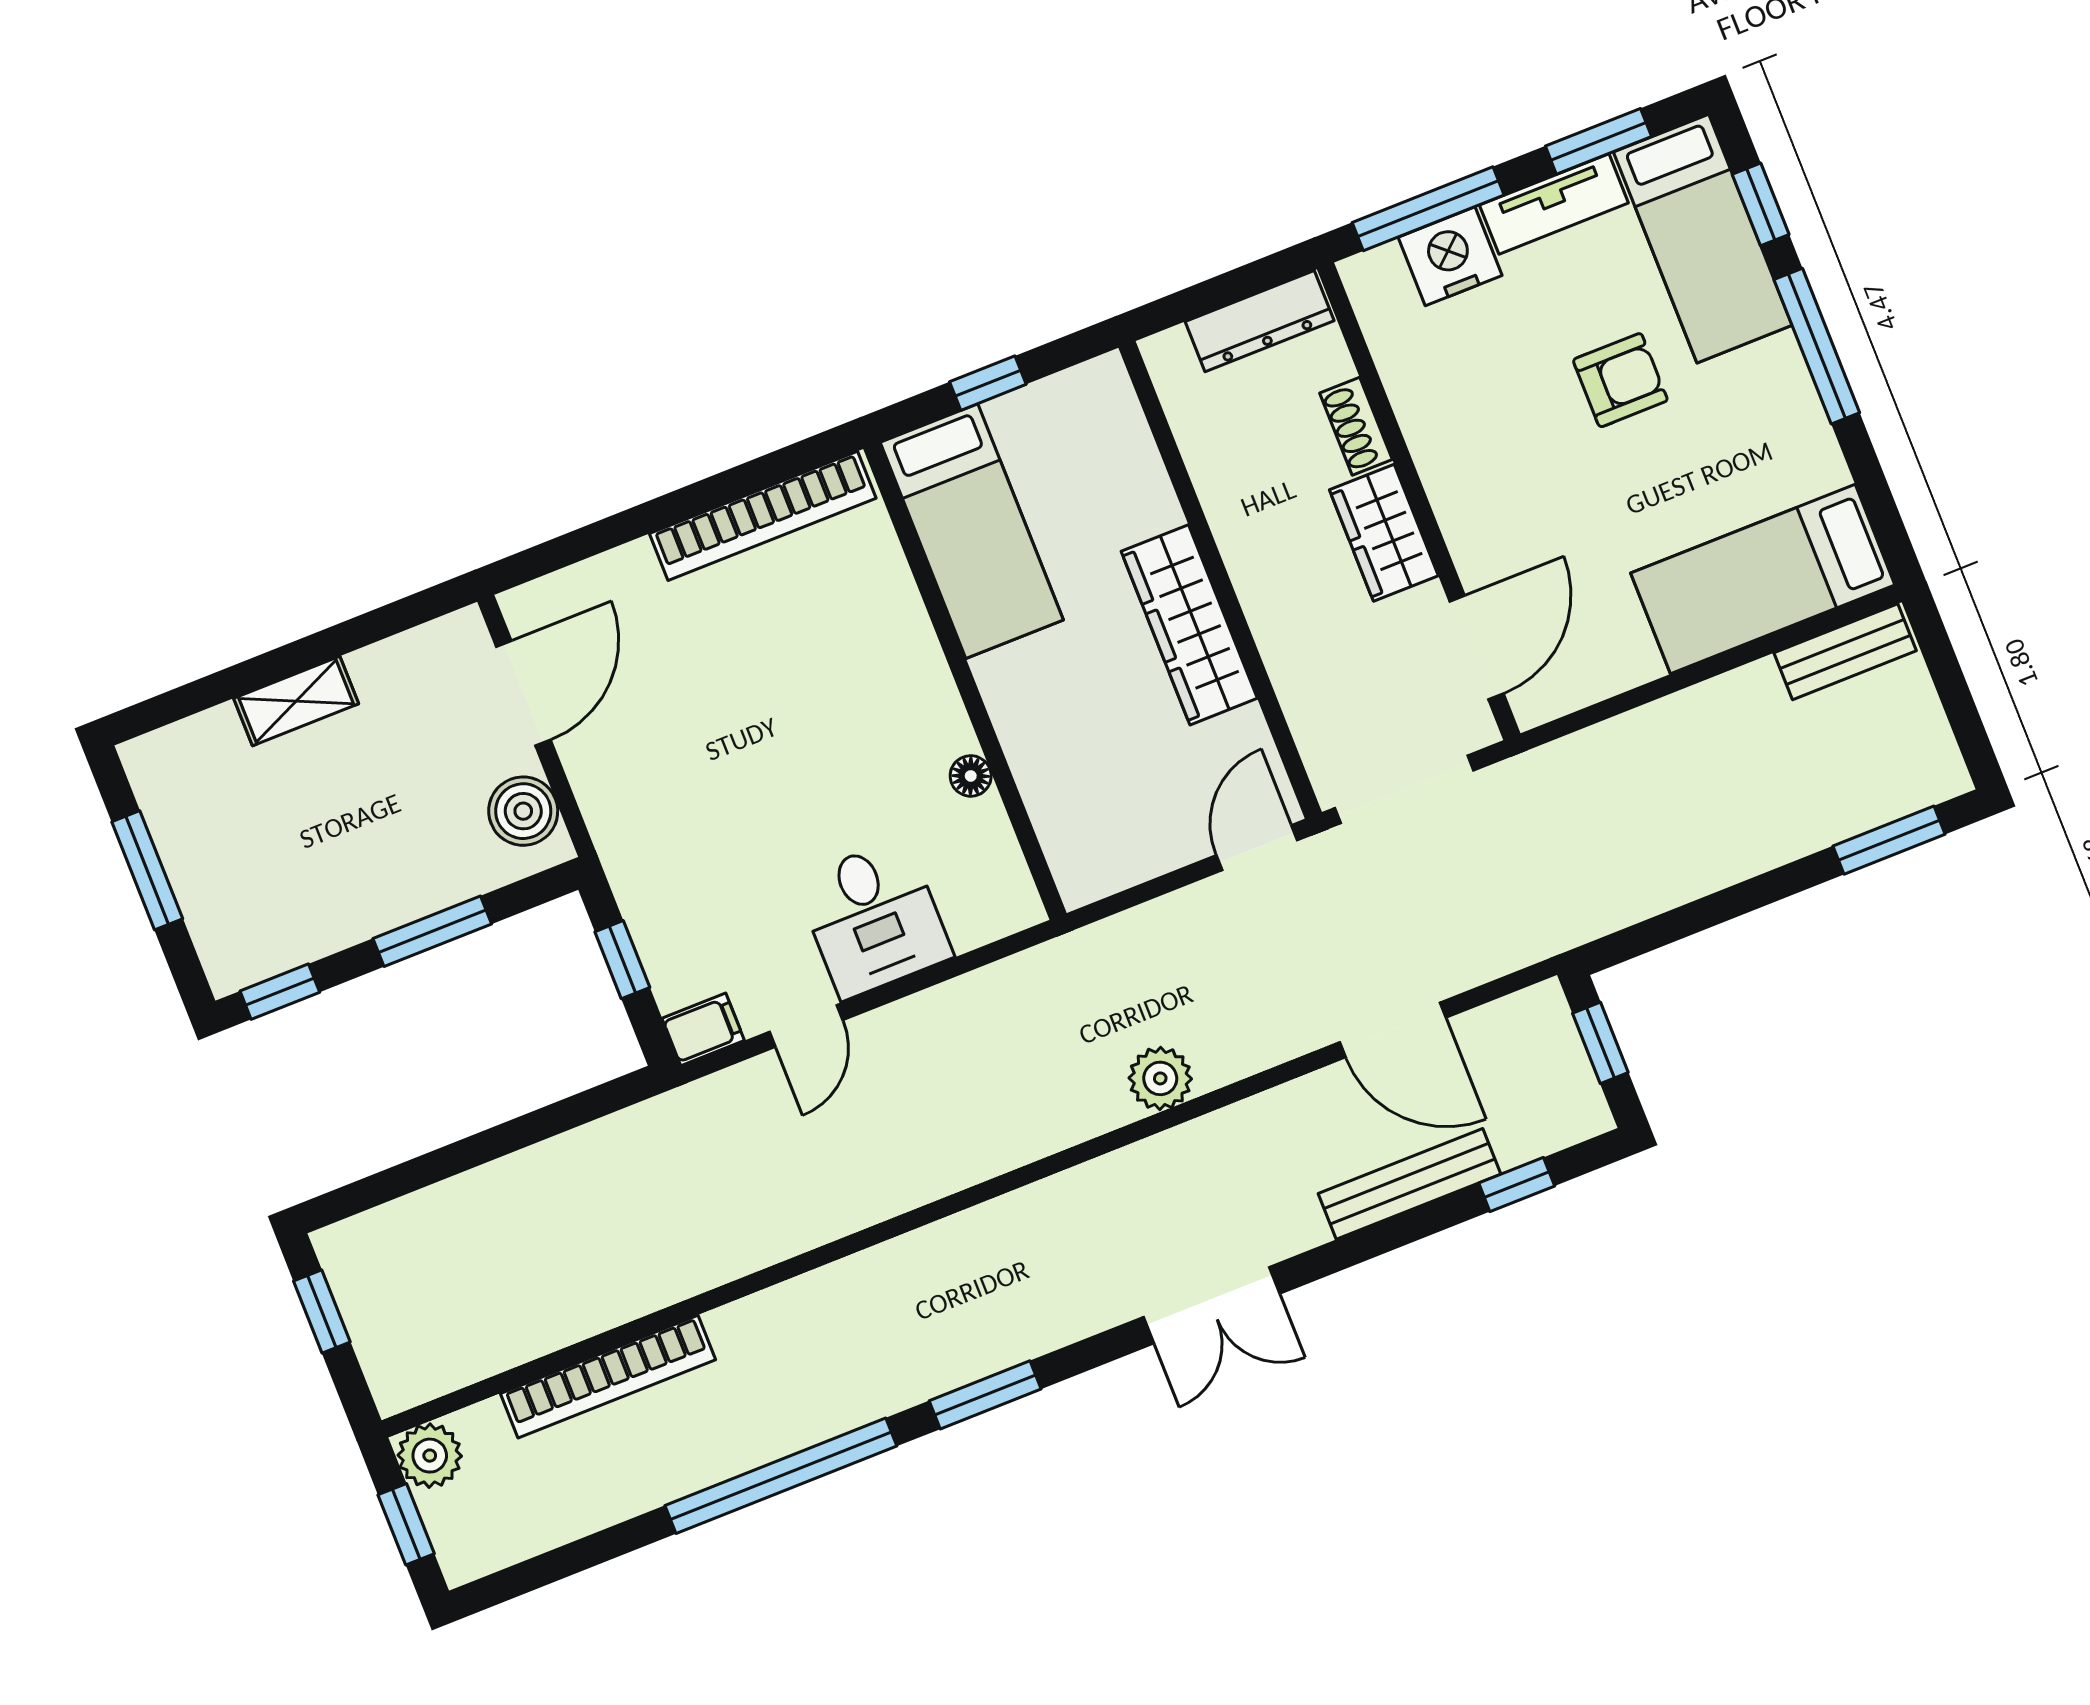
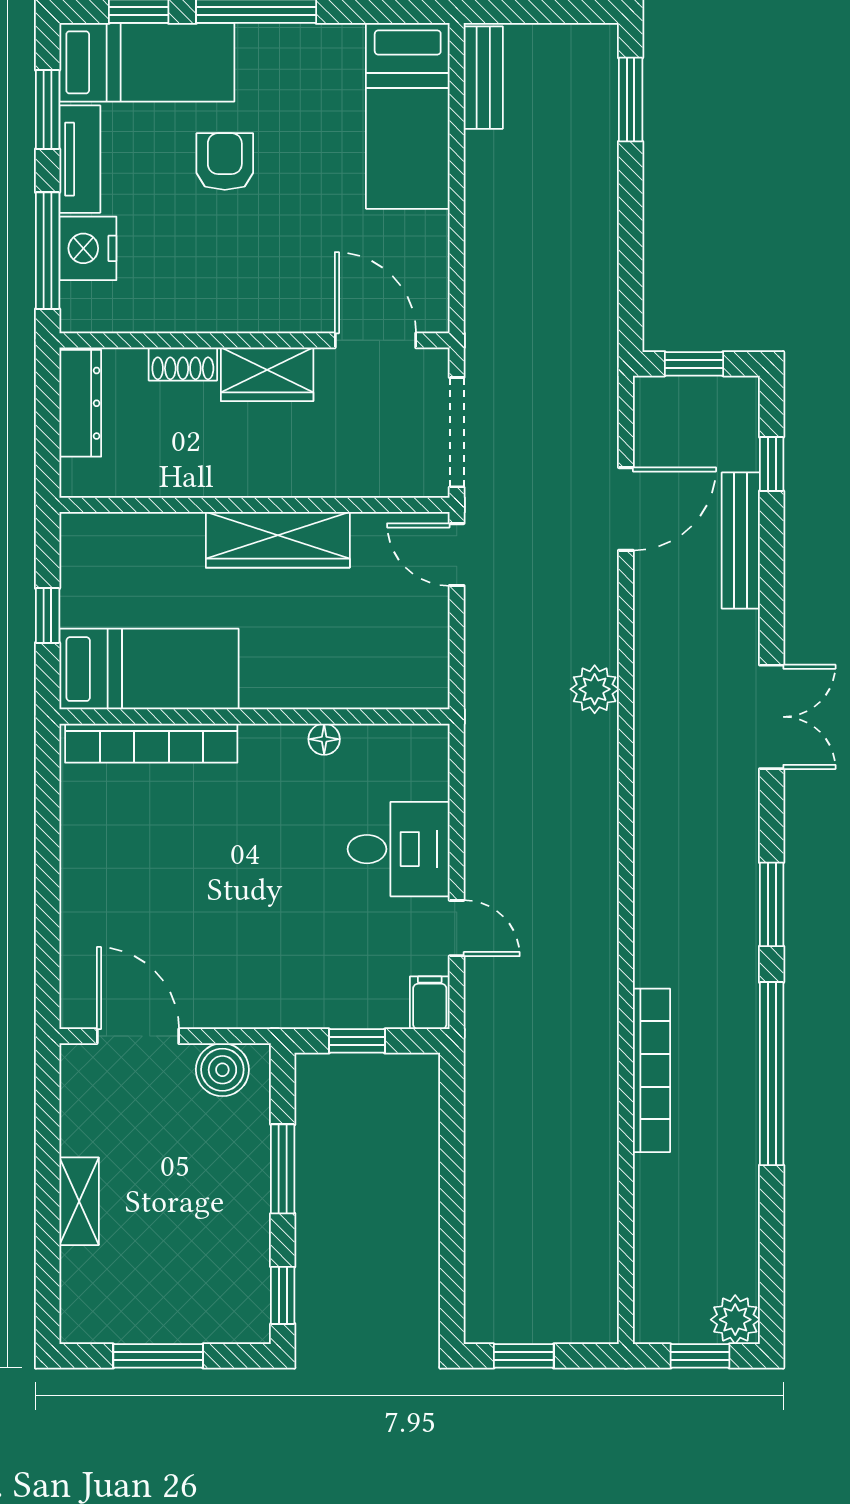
bookcase: (763, 516) -> (151, 743), moved, turned 90
bookcase: (608, 1377) -> (651, 1070), moved
plant: (430, 1456) -> (735, 1320), moved

